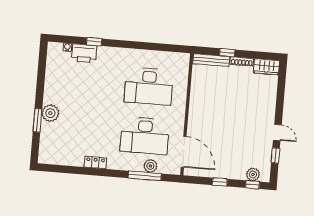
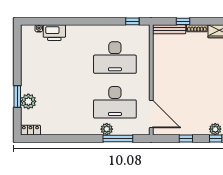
window: (94, 42) -> (132, 21), moved
plant: (50, 113) -> (28, 101), moved
locker: (95, 163) -> (30, 130), moved
plant: (150, 166) -> (107, 129), moved

